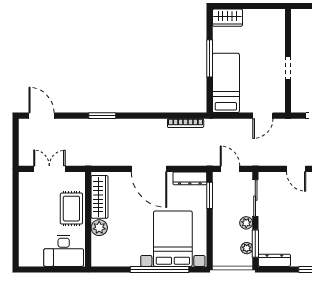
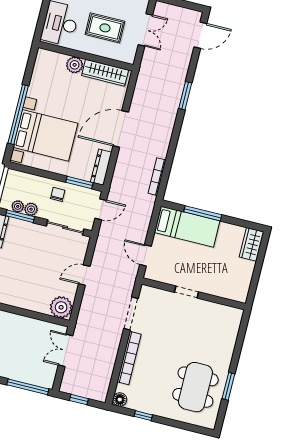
window: (210, 58) -> (203, 213), moved
rug: (71, 209) -> (105, 28), moved
chair: (226, 213) -> (58, 194), added
plant: (246, 223) -> (31, 209), moved

